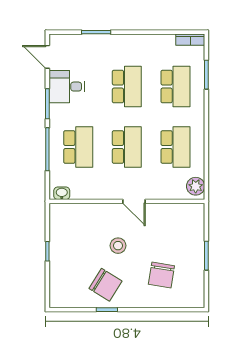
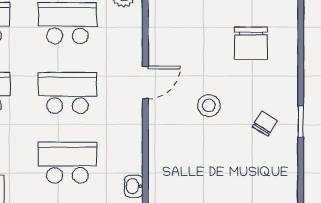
chair: (161, 275) -> (251, 43), turned 81
chair: (105, 285) -> (265, 124), width x0.54, depth x0.54

